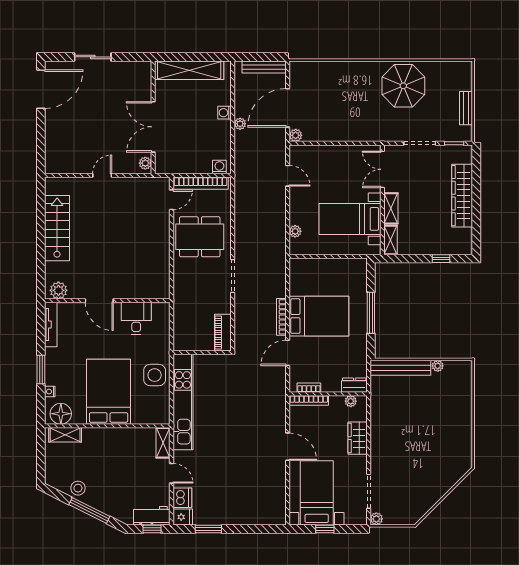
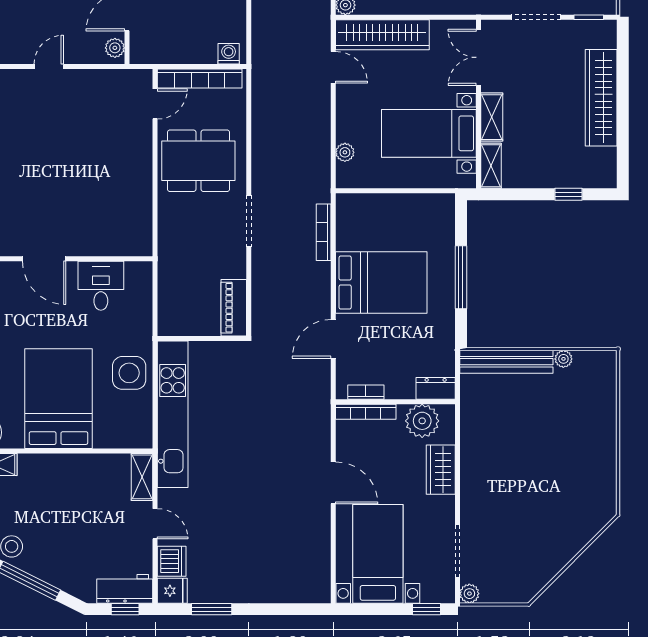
wardrobe: (320, 155) -> (382, 35), added
bookcase: (281, 317) -> (324, 232), moved
plant: (351, 401) -> (422, 421), width x1.88, depth x1.88
window: (325, 529) -> (426, 609), moved

